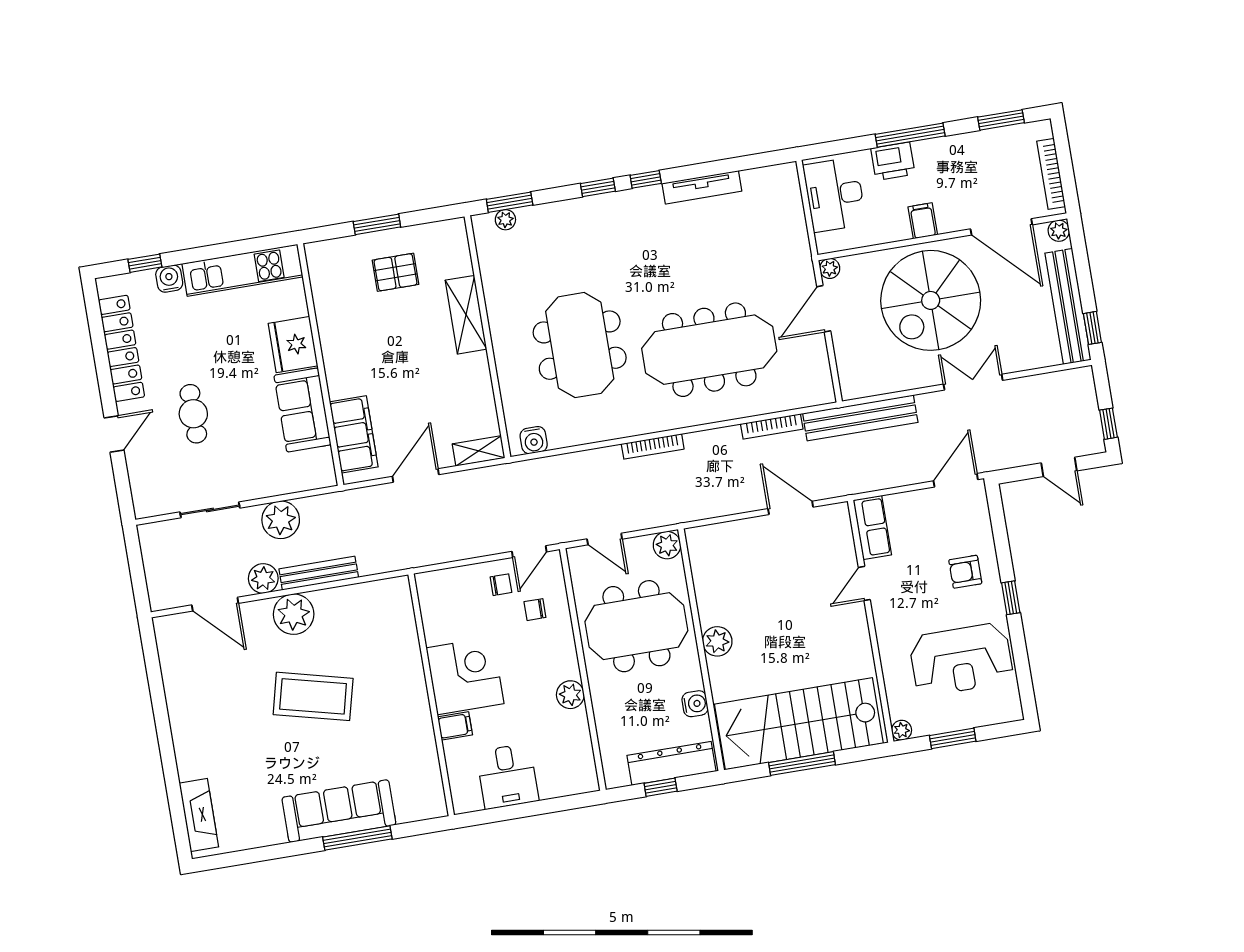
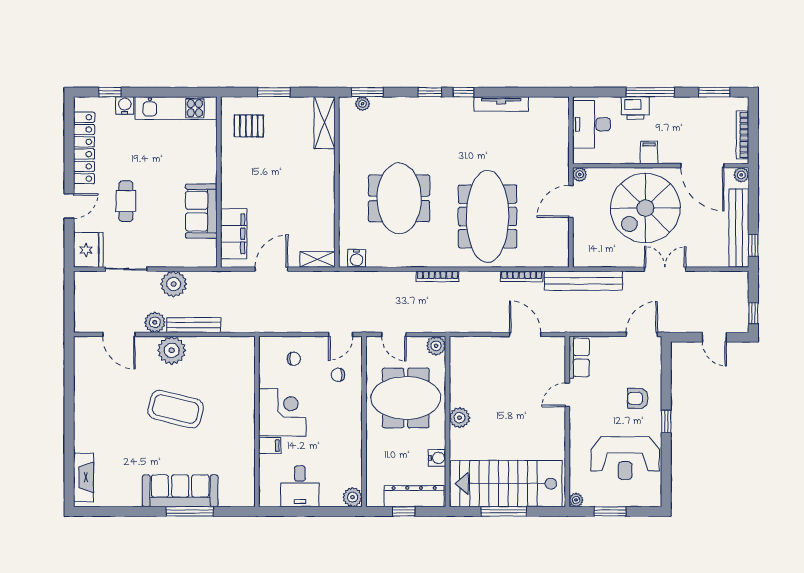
pallet: (395, 272) -> (249, 126), moved
shelving: (466, 315) -> (325, 123), moved
fridge: (293, 345) -> (88, 250), moved, turned 180
meeting table: (709, 350) -> (488, 216), turned 90
chair: (501, 585) -> (294, 359), moved
plant: (570, 695) -> (352, 497), moved

